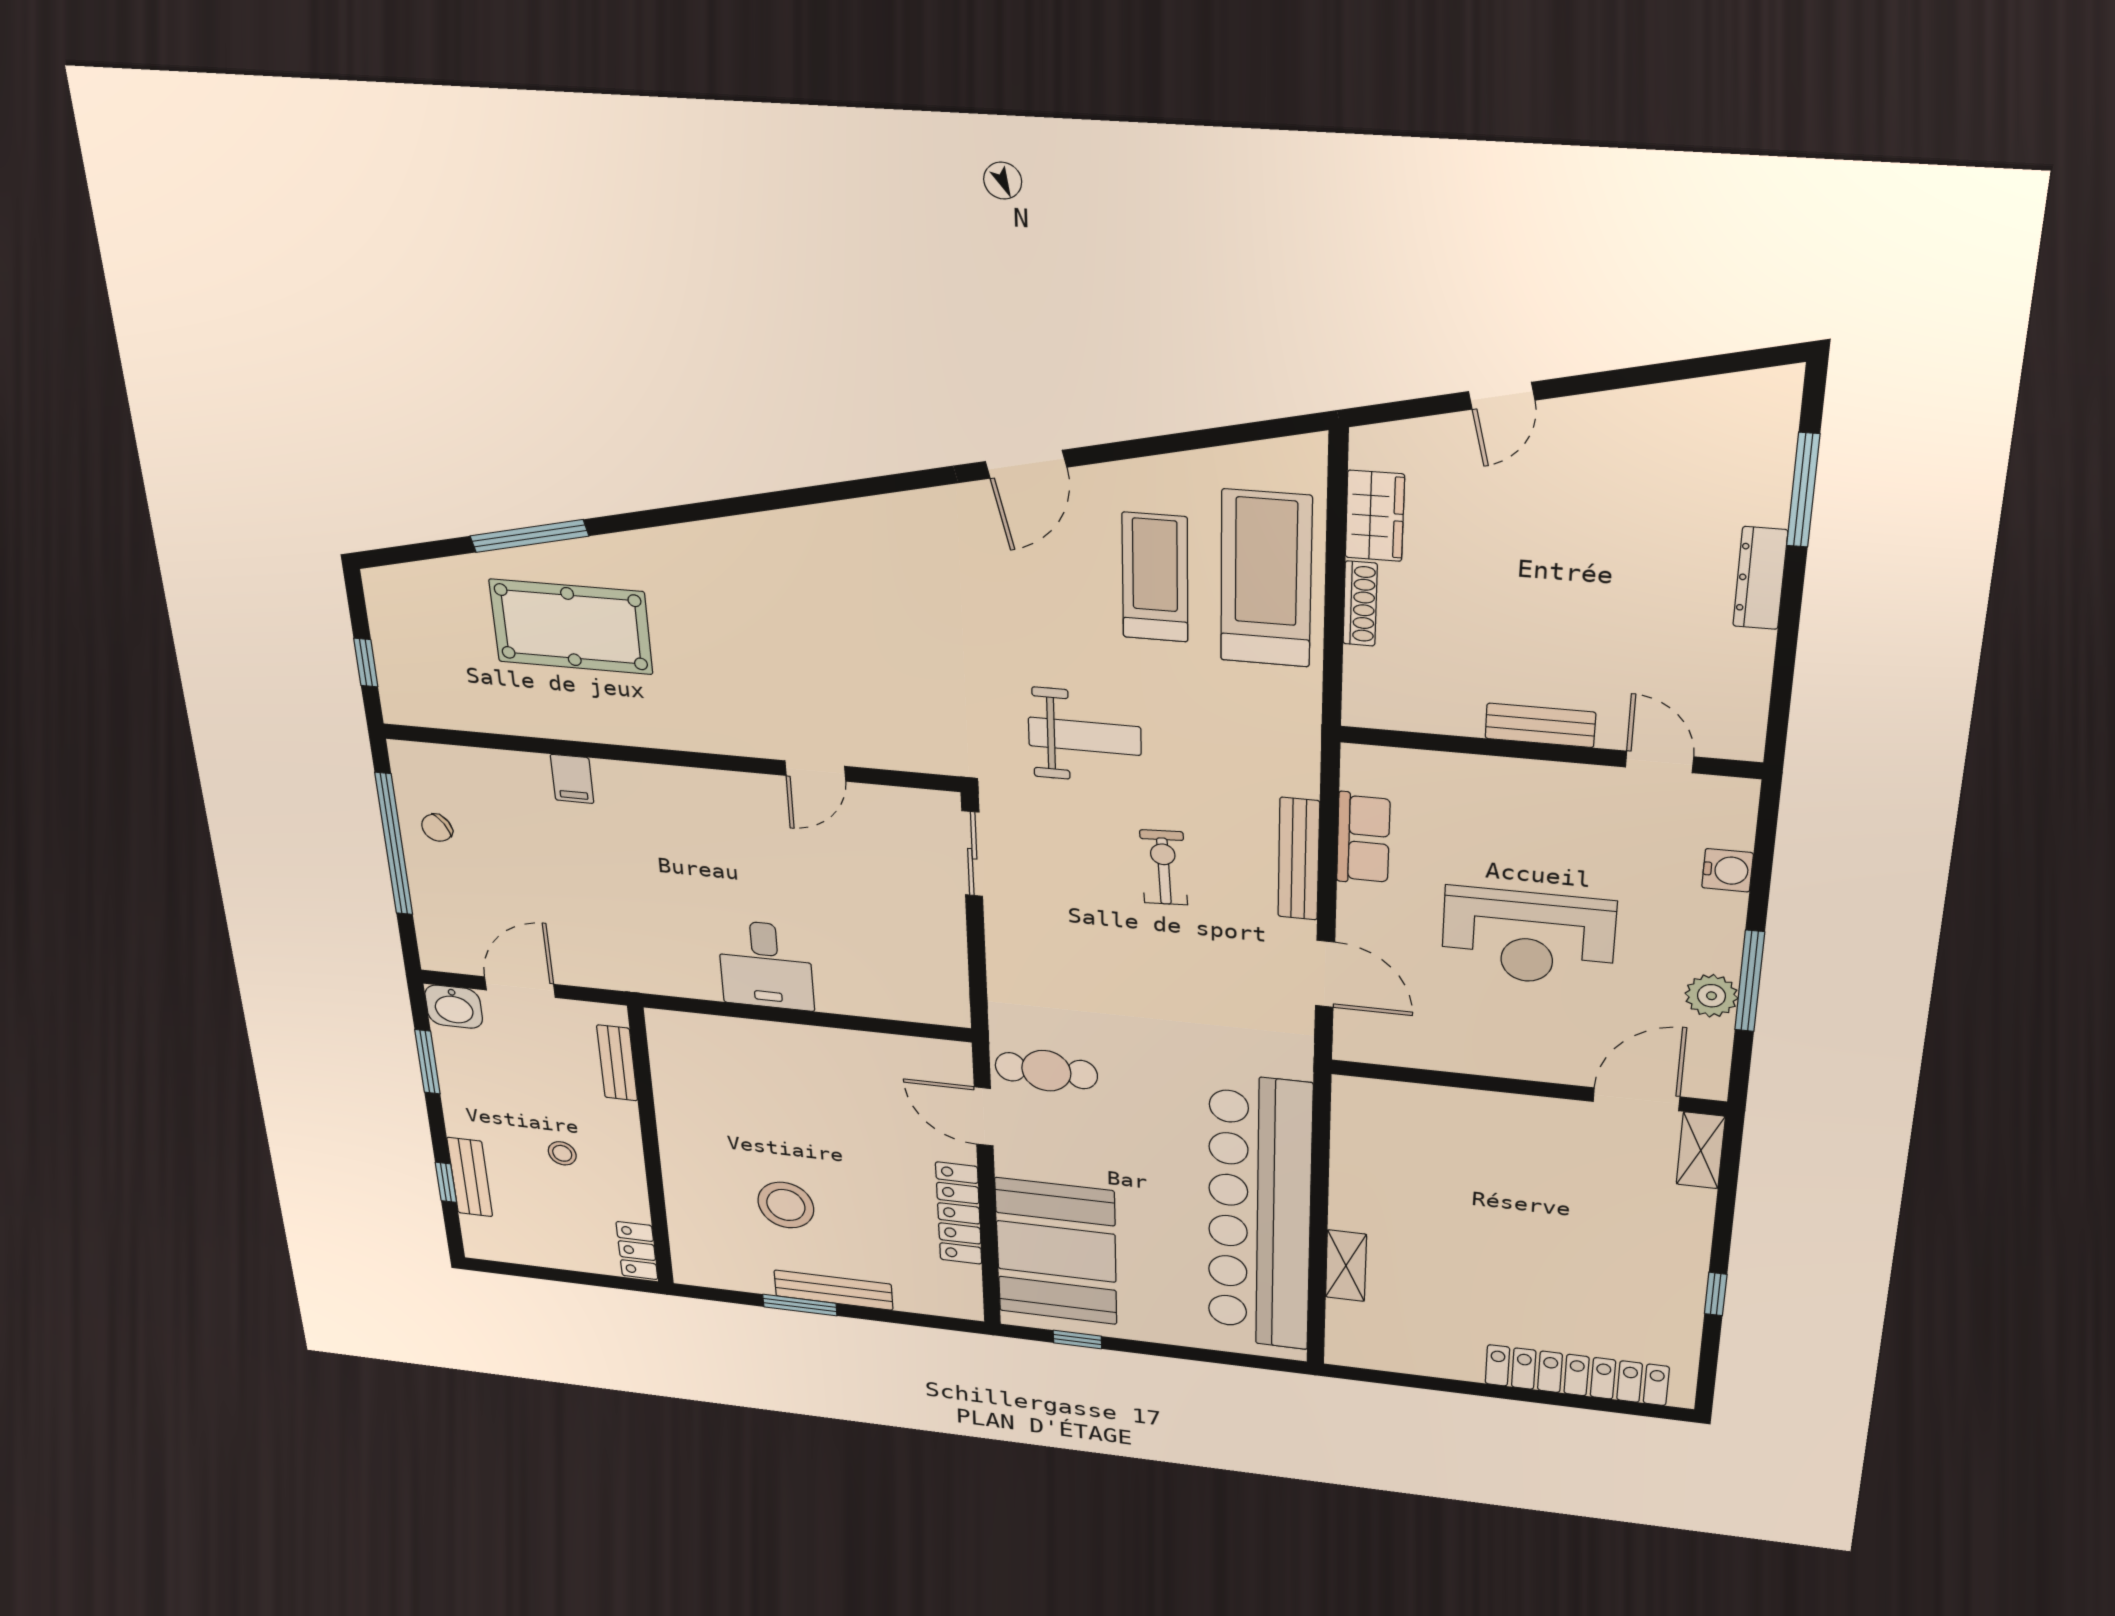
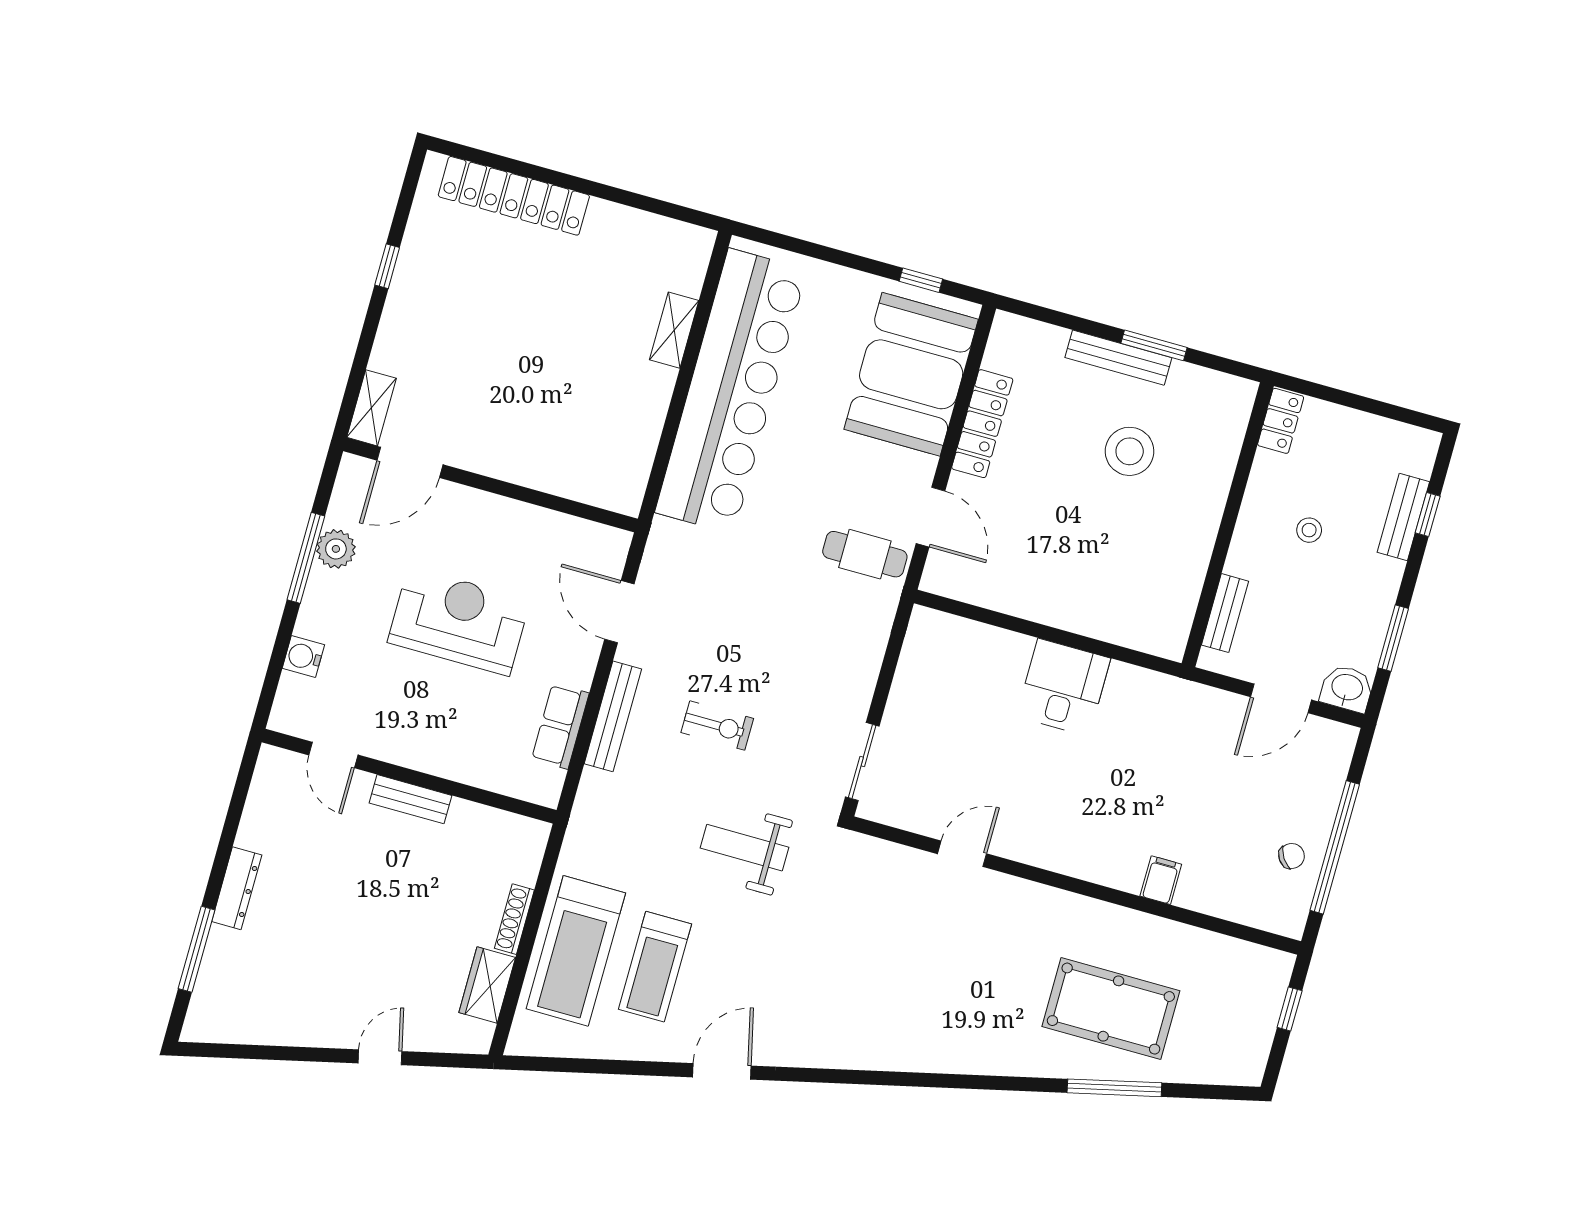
exercise bike: (1164, 867) -> (717, 726), turned -87

